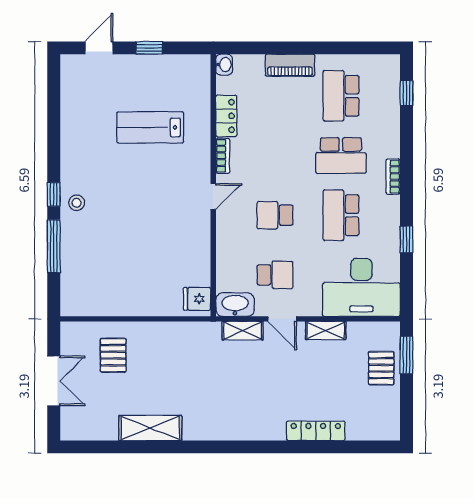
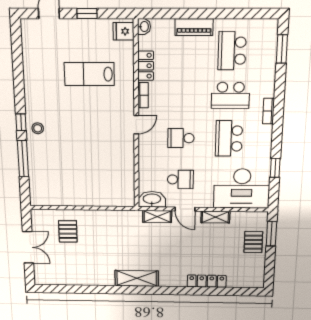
window: (406, 93) -> (282, 49), width x1.50
window: (406, 239) -> (275, 168), moved
fridge: (197, 299) -> (123, 31), moved
shelving: (150, 428) -> (137, 278), moved

